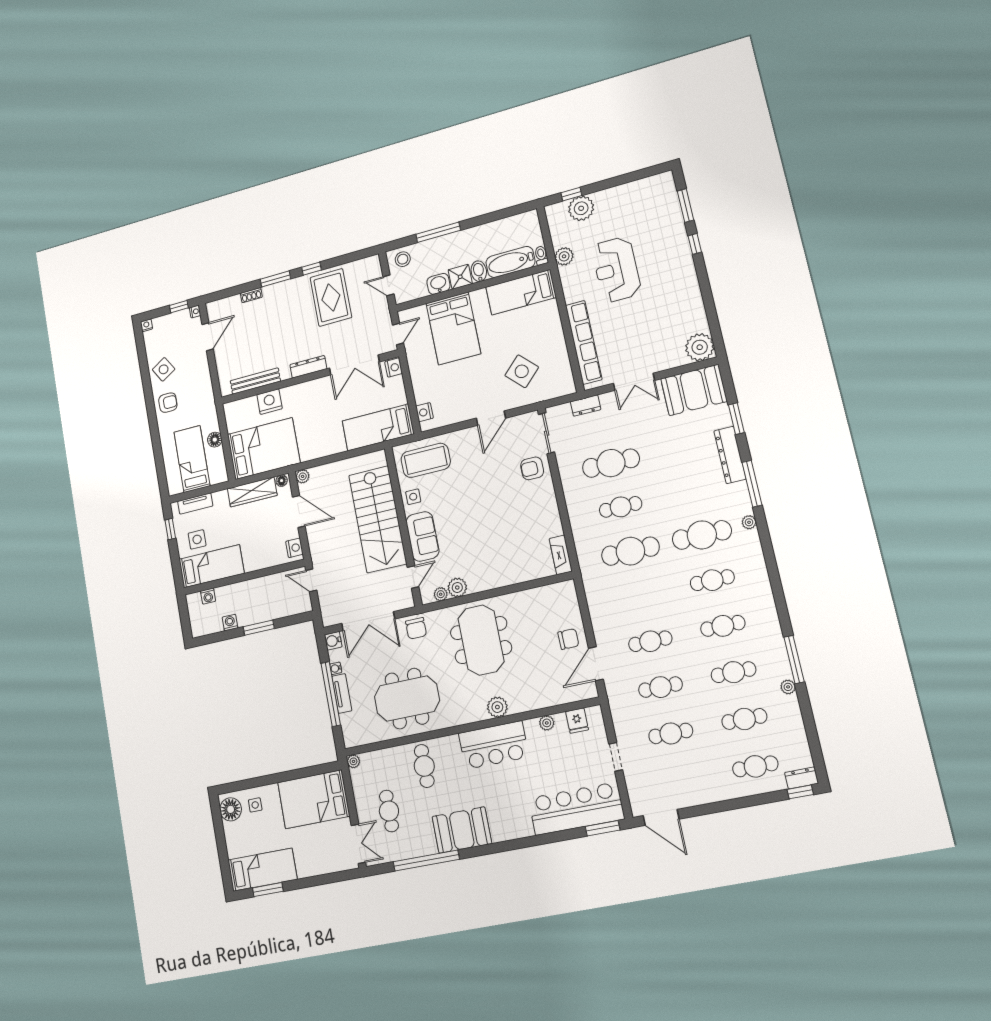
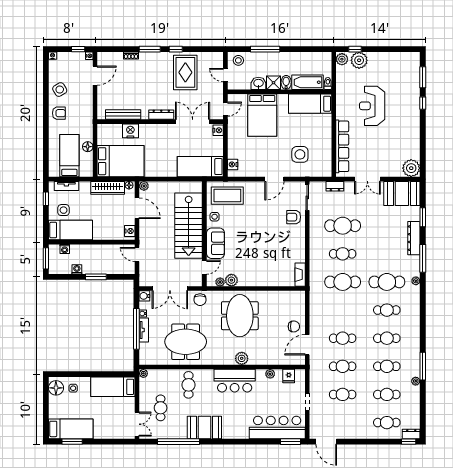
plant: (564, 256) -> (342, 59), moved
double door: (354, 365) -> (193, 122), swing flipped
side table: (522, 371) -> (300, 154), turned 45
window: (184, 616) -> (46, 258), added
bed: (314, 799) -> (113, 387), width x0.67

